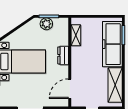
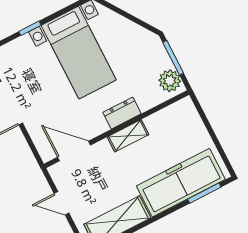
plant: (46, 24) -> (170, 81), moved
shelving: (76, 35) -> (128, 136), moved

